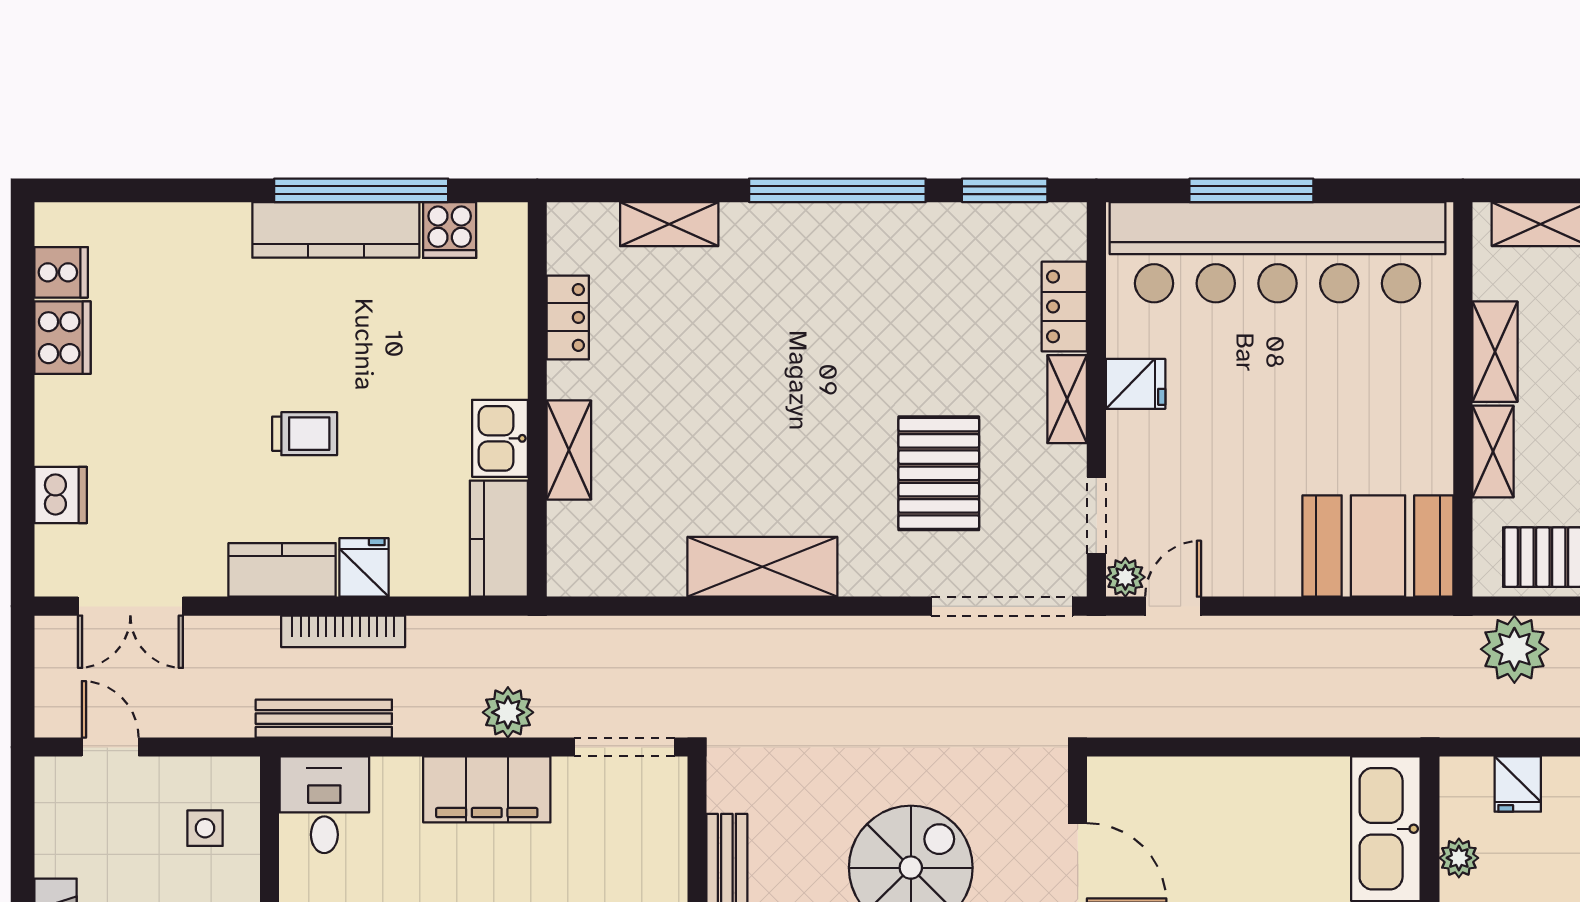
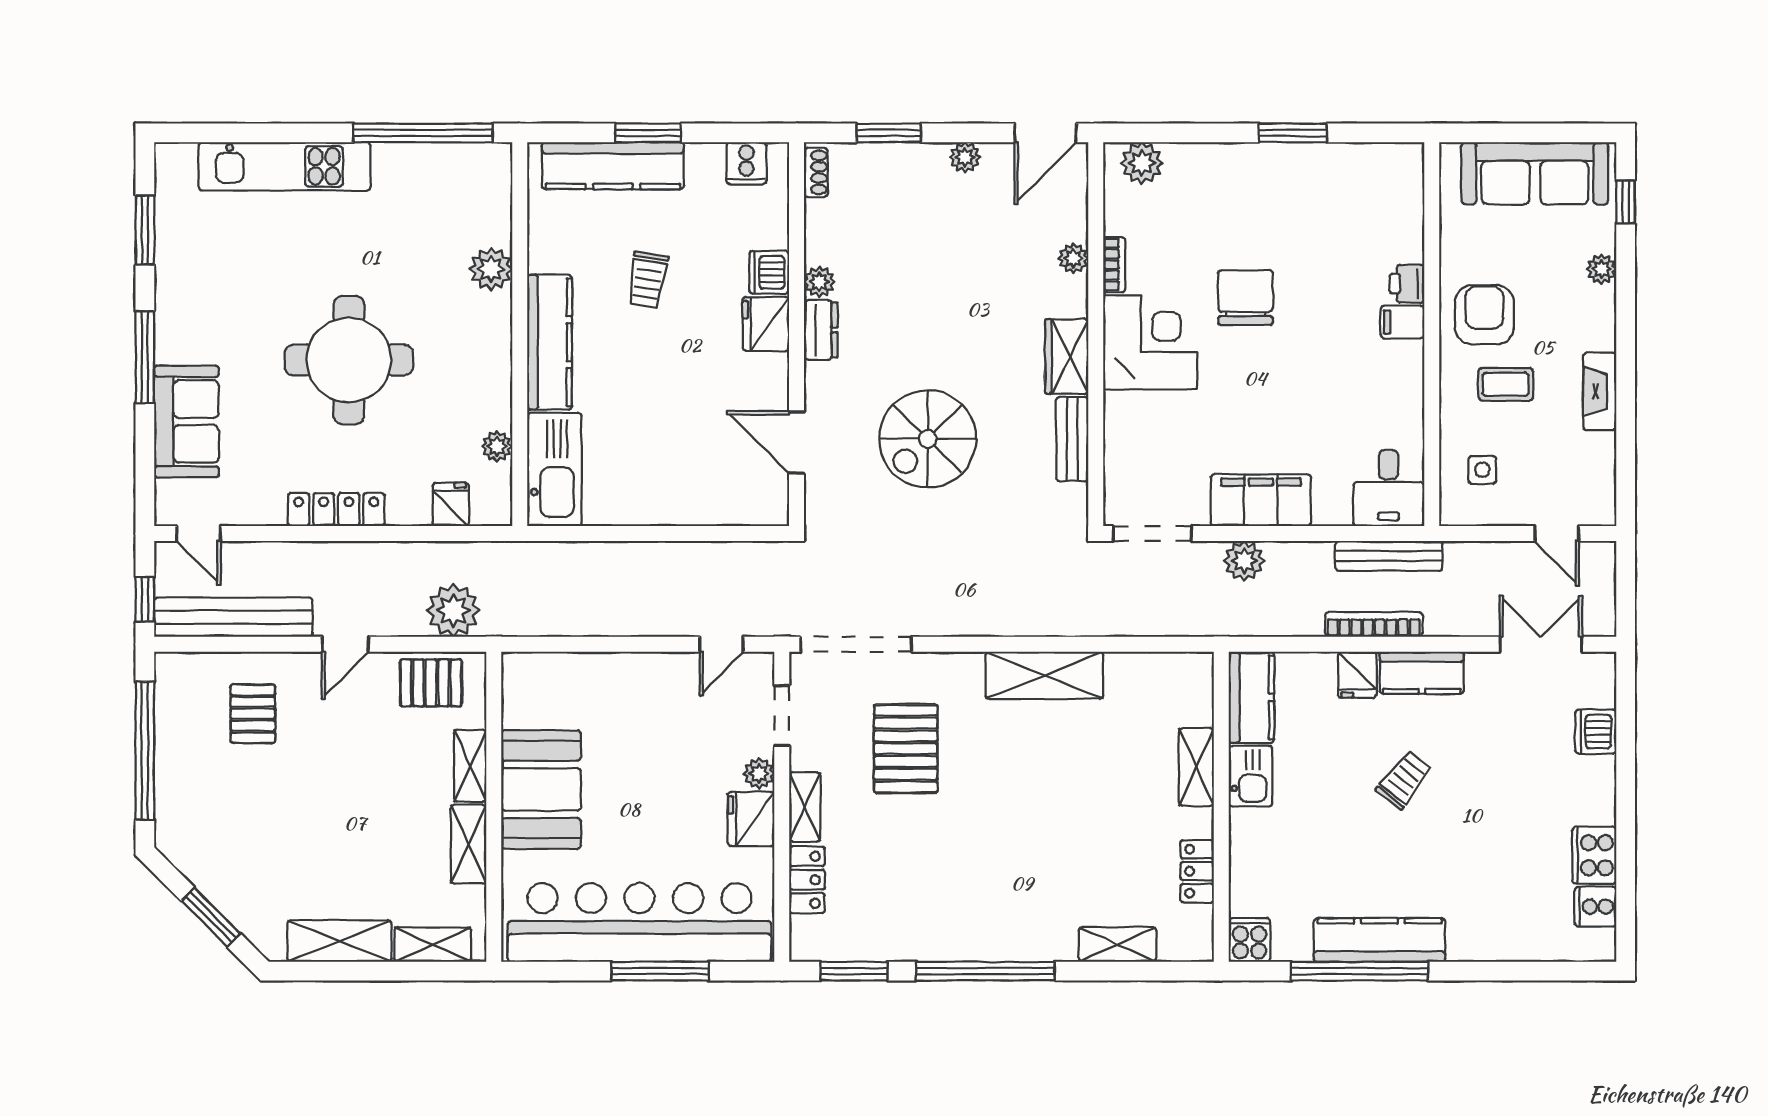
cooker: (450, 230) -> (1249, 940), moved
fridge: (1136, 384) -> (751, 819), width x1.38
trolley: (305, 434) -> (1404, 780), turned 128
booth: (1378, 546) -> (541, 789), moved, turned 90
plant: (1125, 577) -> (759, 774), moved

